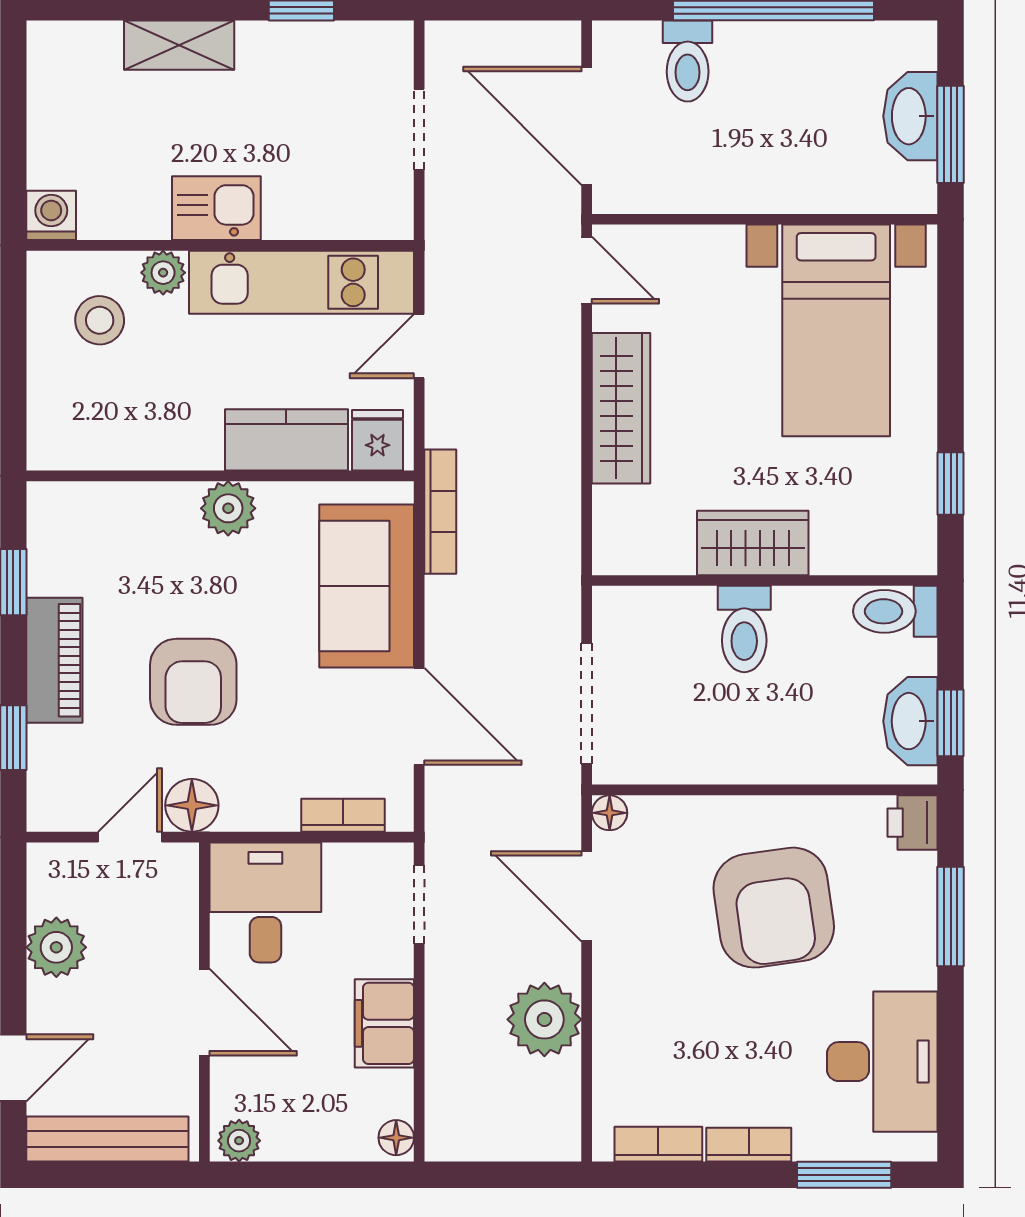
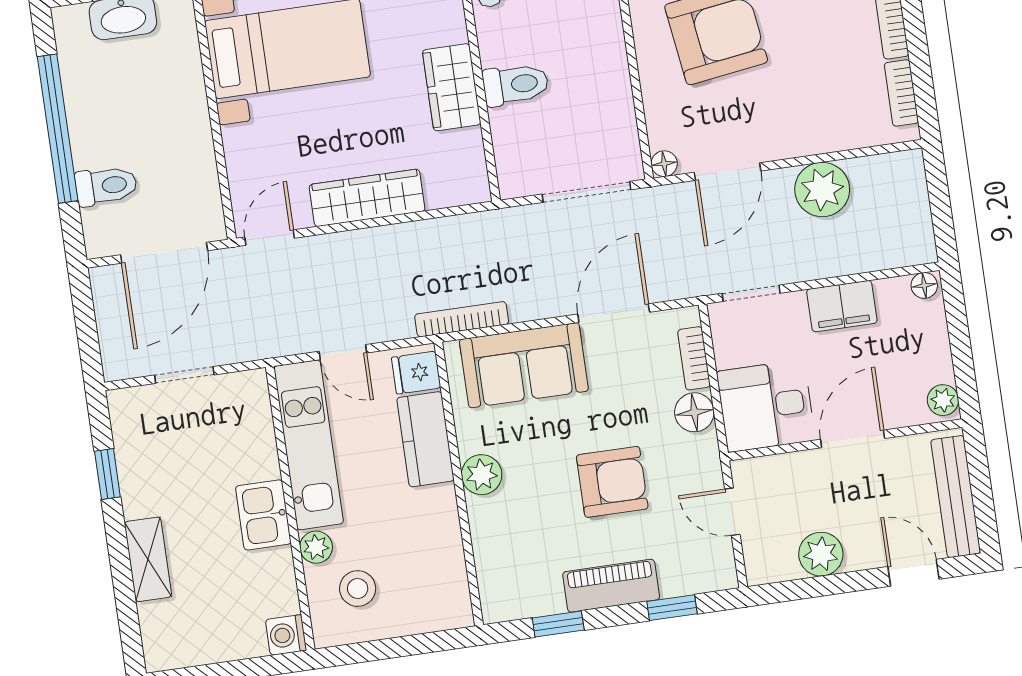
floor lamp: (192, 805) -> (694, 412), moved

